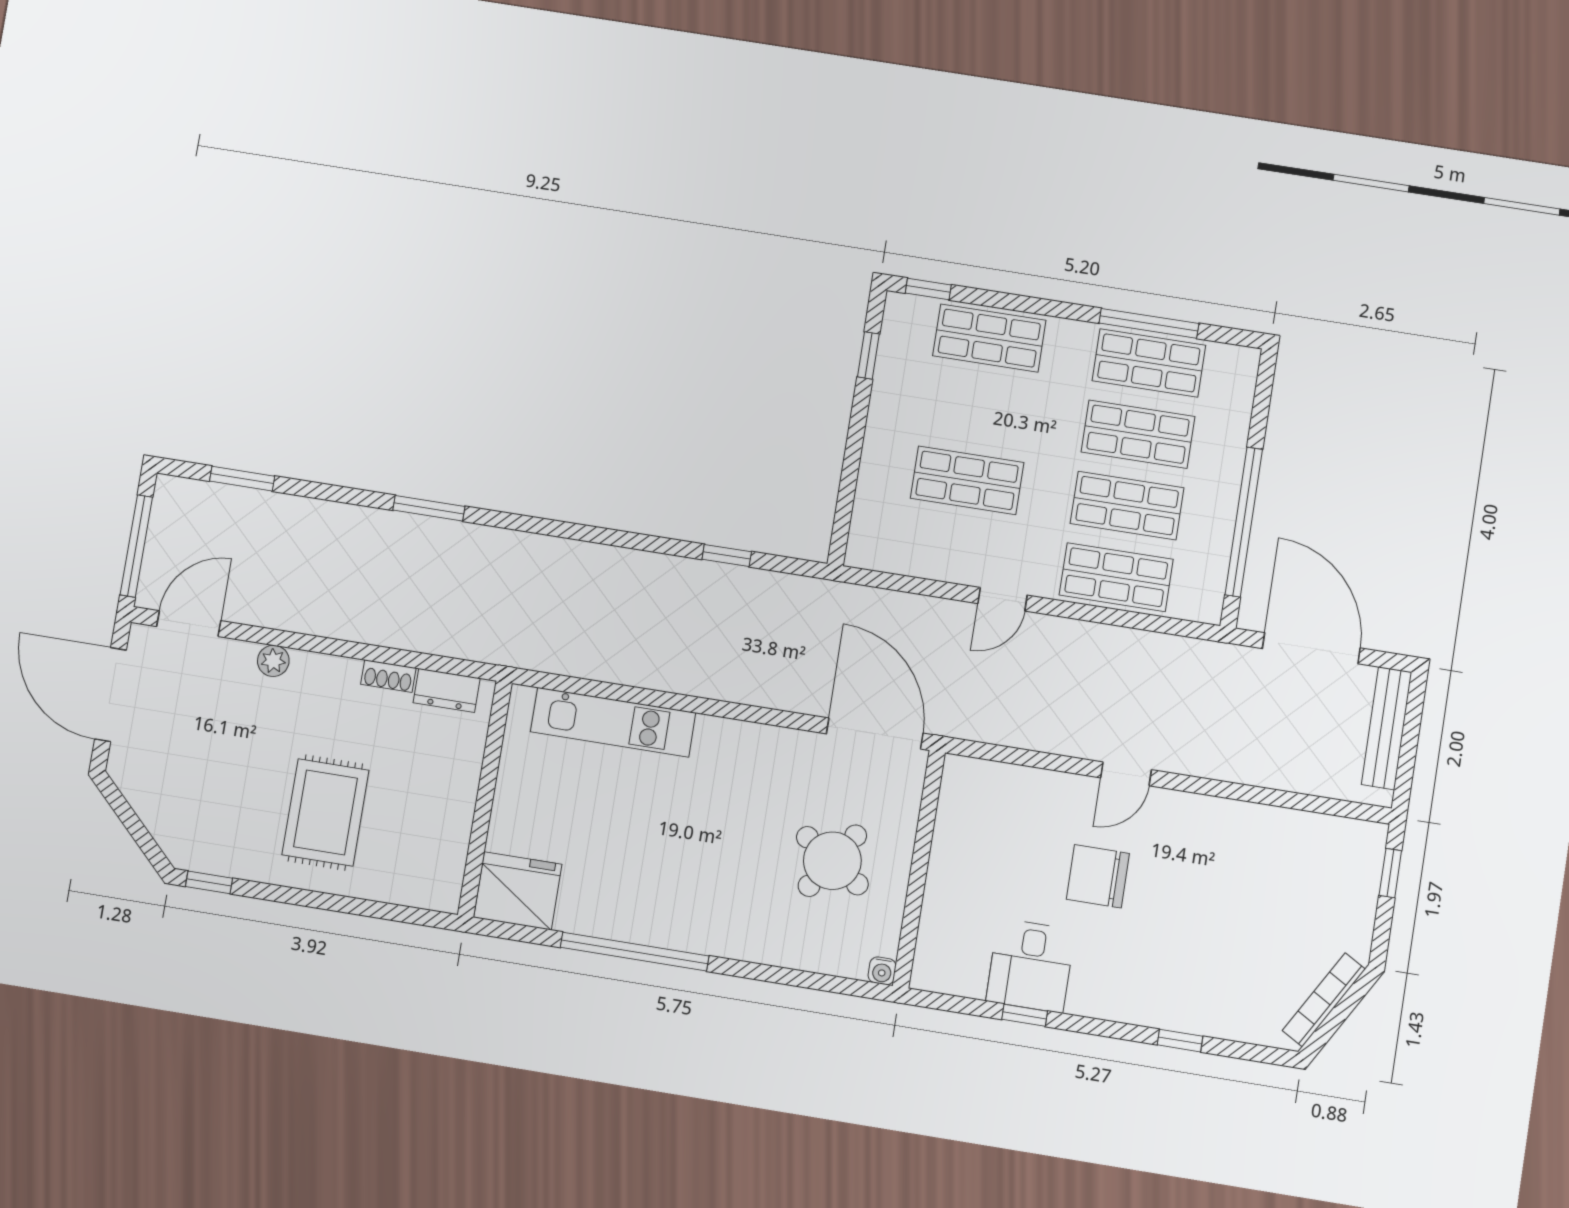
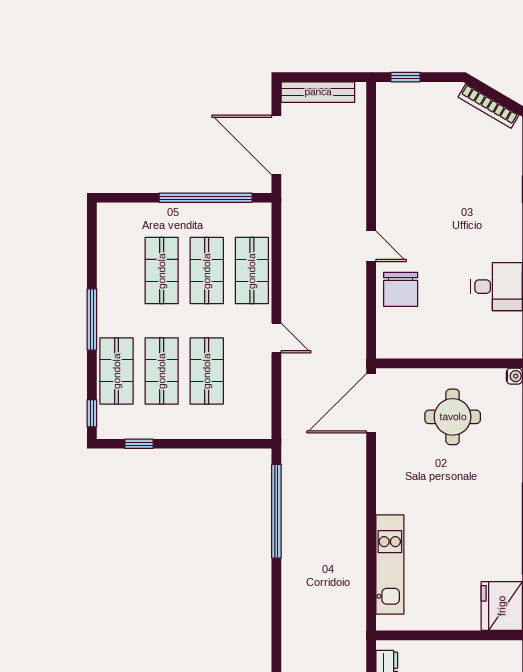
window: (1149, 323) -> (92, 319), moved
shop shelf: (1149, 363) -> (162, 371), moved
window: (727, 556) -> (276, 511), width x3.17
door: (1311, 648) -> (276, 145), hinge flipped
round table: (832, 861) -> (453, 417), turned -34
chair: (1098, 876) -> (401, 289), moved

